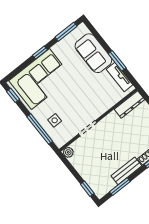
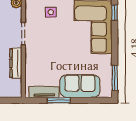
window: (40, 52) -> (115, 12), moved
dresser: (129, 104) -> (16, 63), moved

